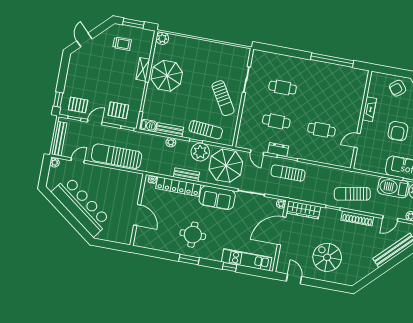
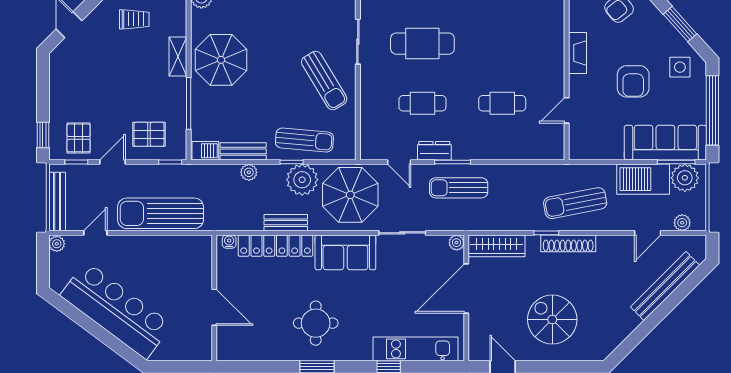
cafe table: (283, 88) -> (422, 44), width x1.37, depth x1.35
pallet: (78, 105) -> (79, 138), turned 90
shoe rack: (357, 218) -> (568, 243), moved

